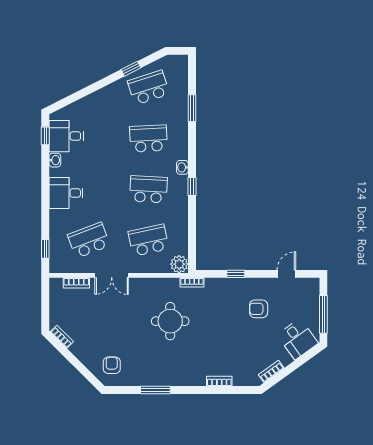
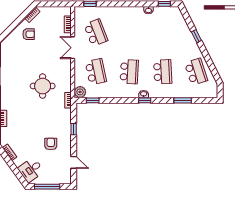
window: (131, 69) -> (196, 36), moved
desk: (66, 136) -> (164, 18), removed
window: (192, 186) -> (145, 100), moved
desk: (66, 193) -> (127, 18), removed
window: (192, 245) -> (93, 100), added
armchair: (112, 365) -> (29, 34), moved

